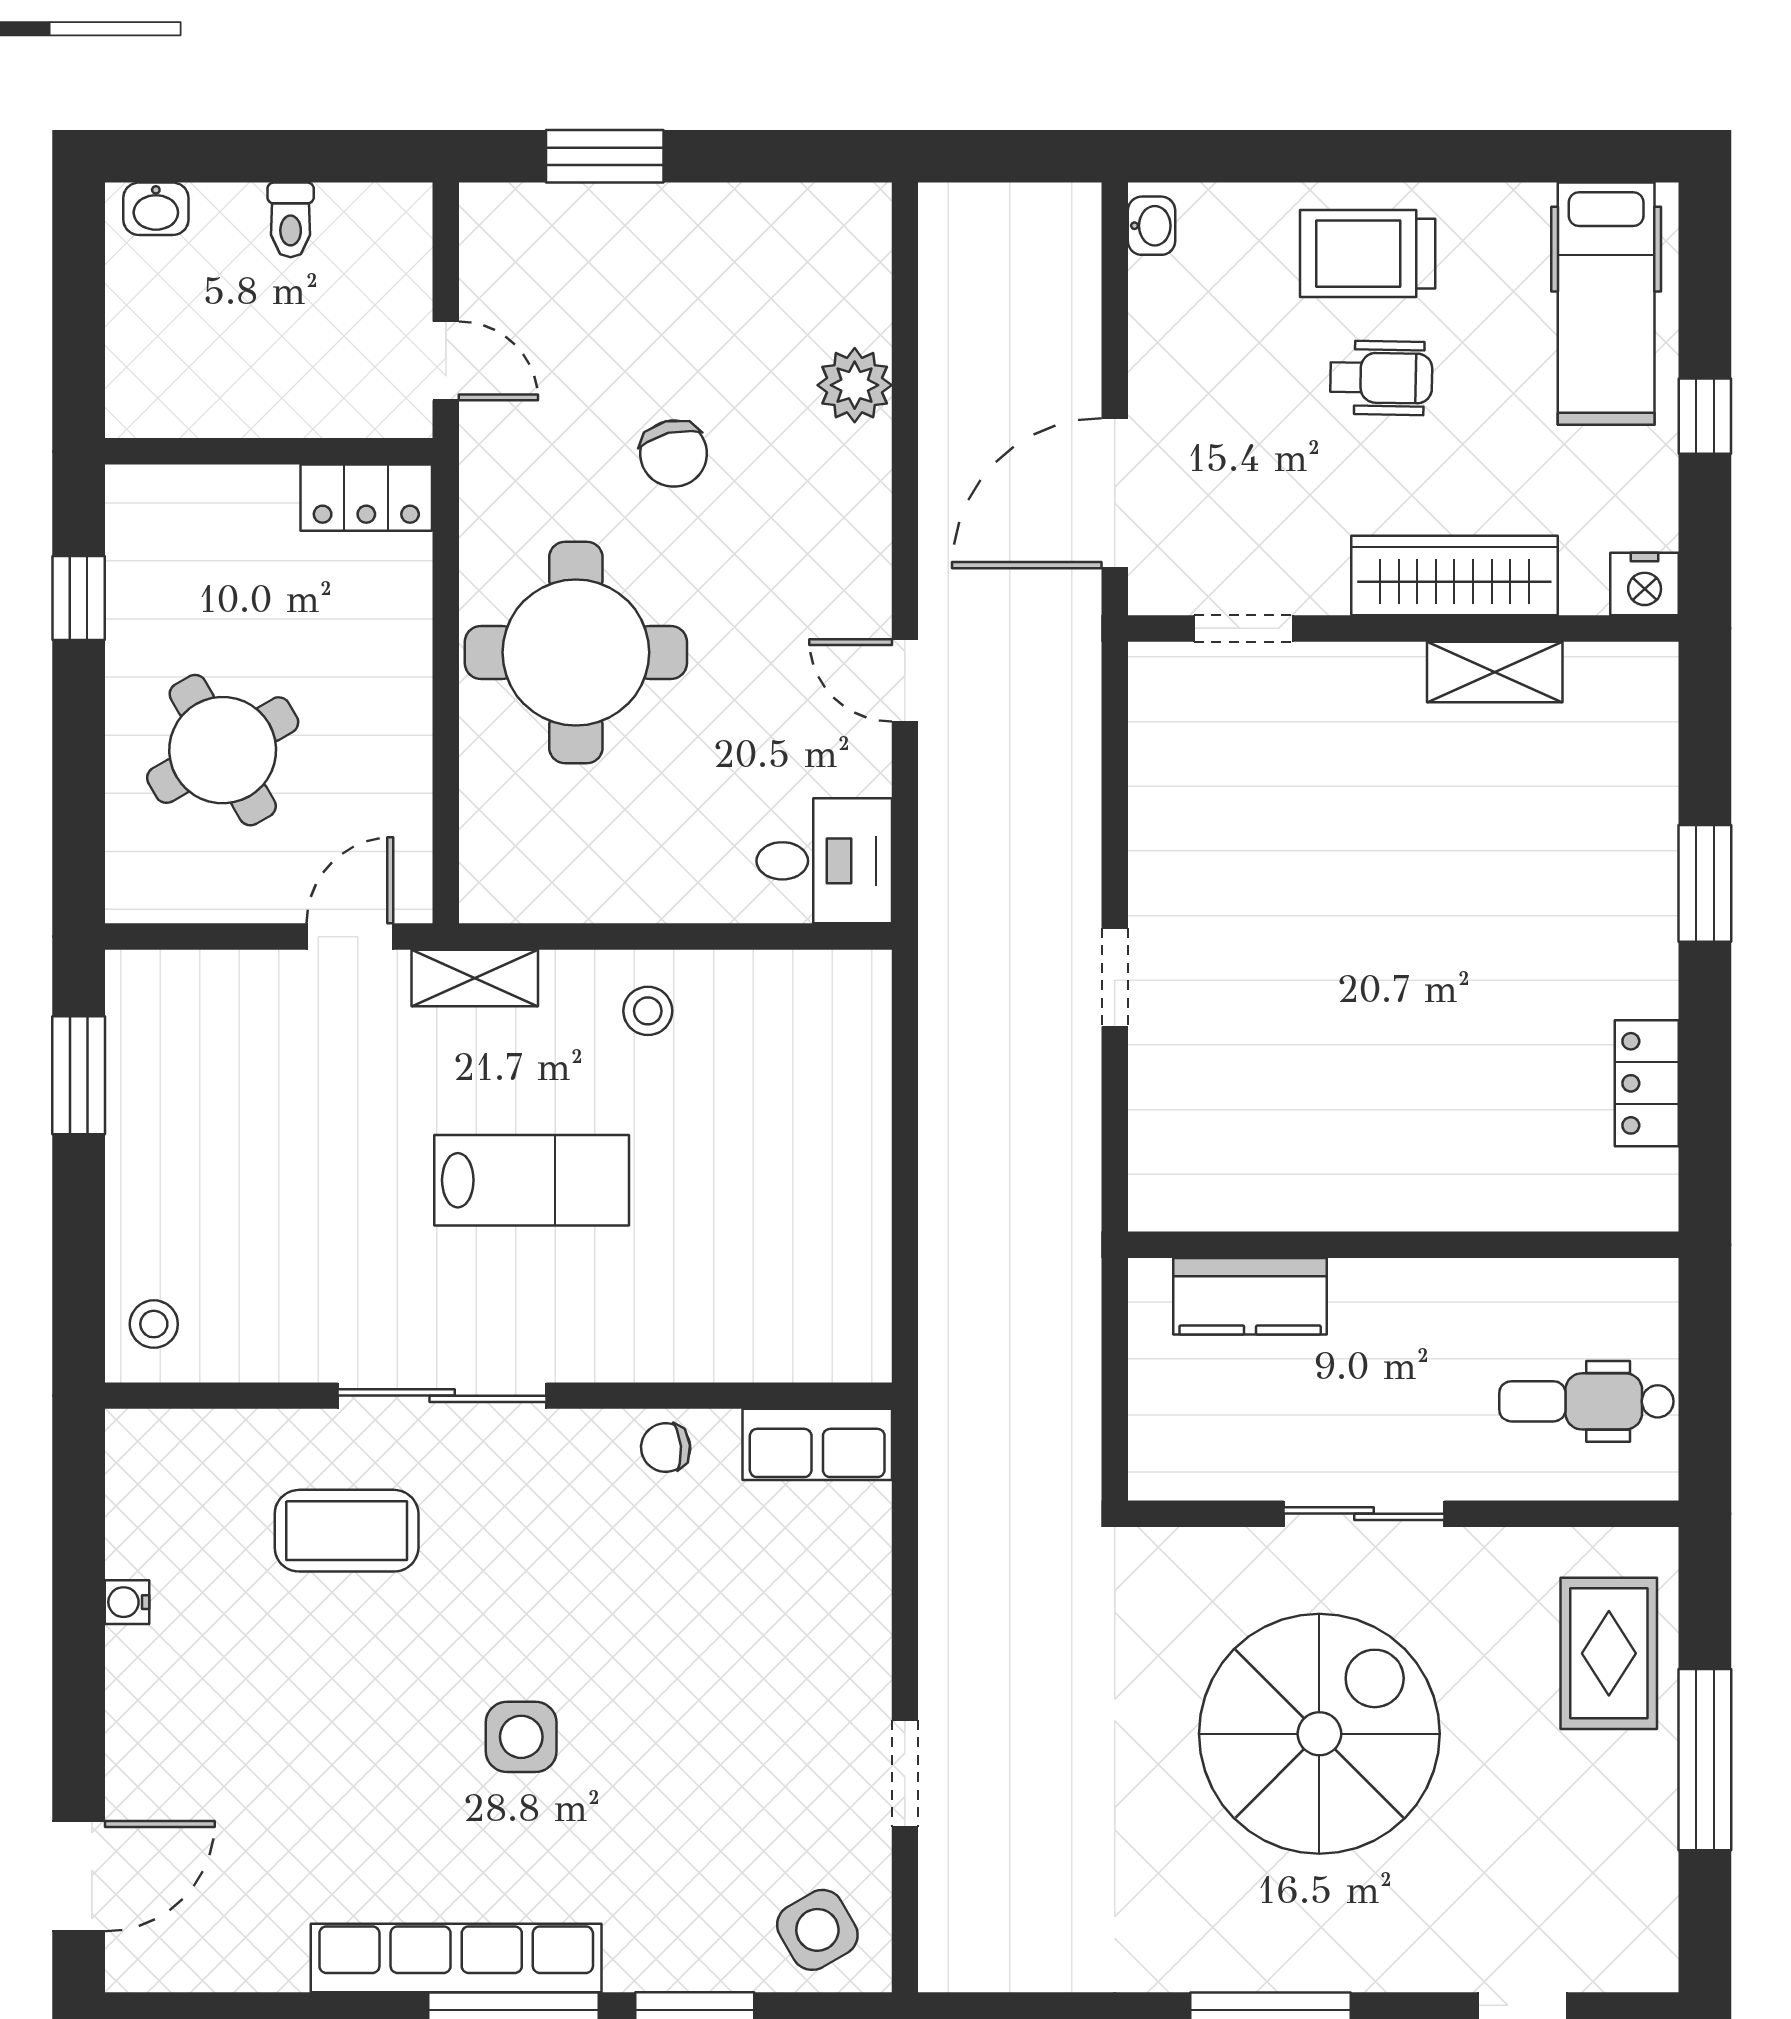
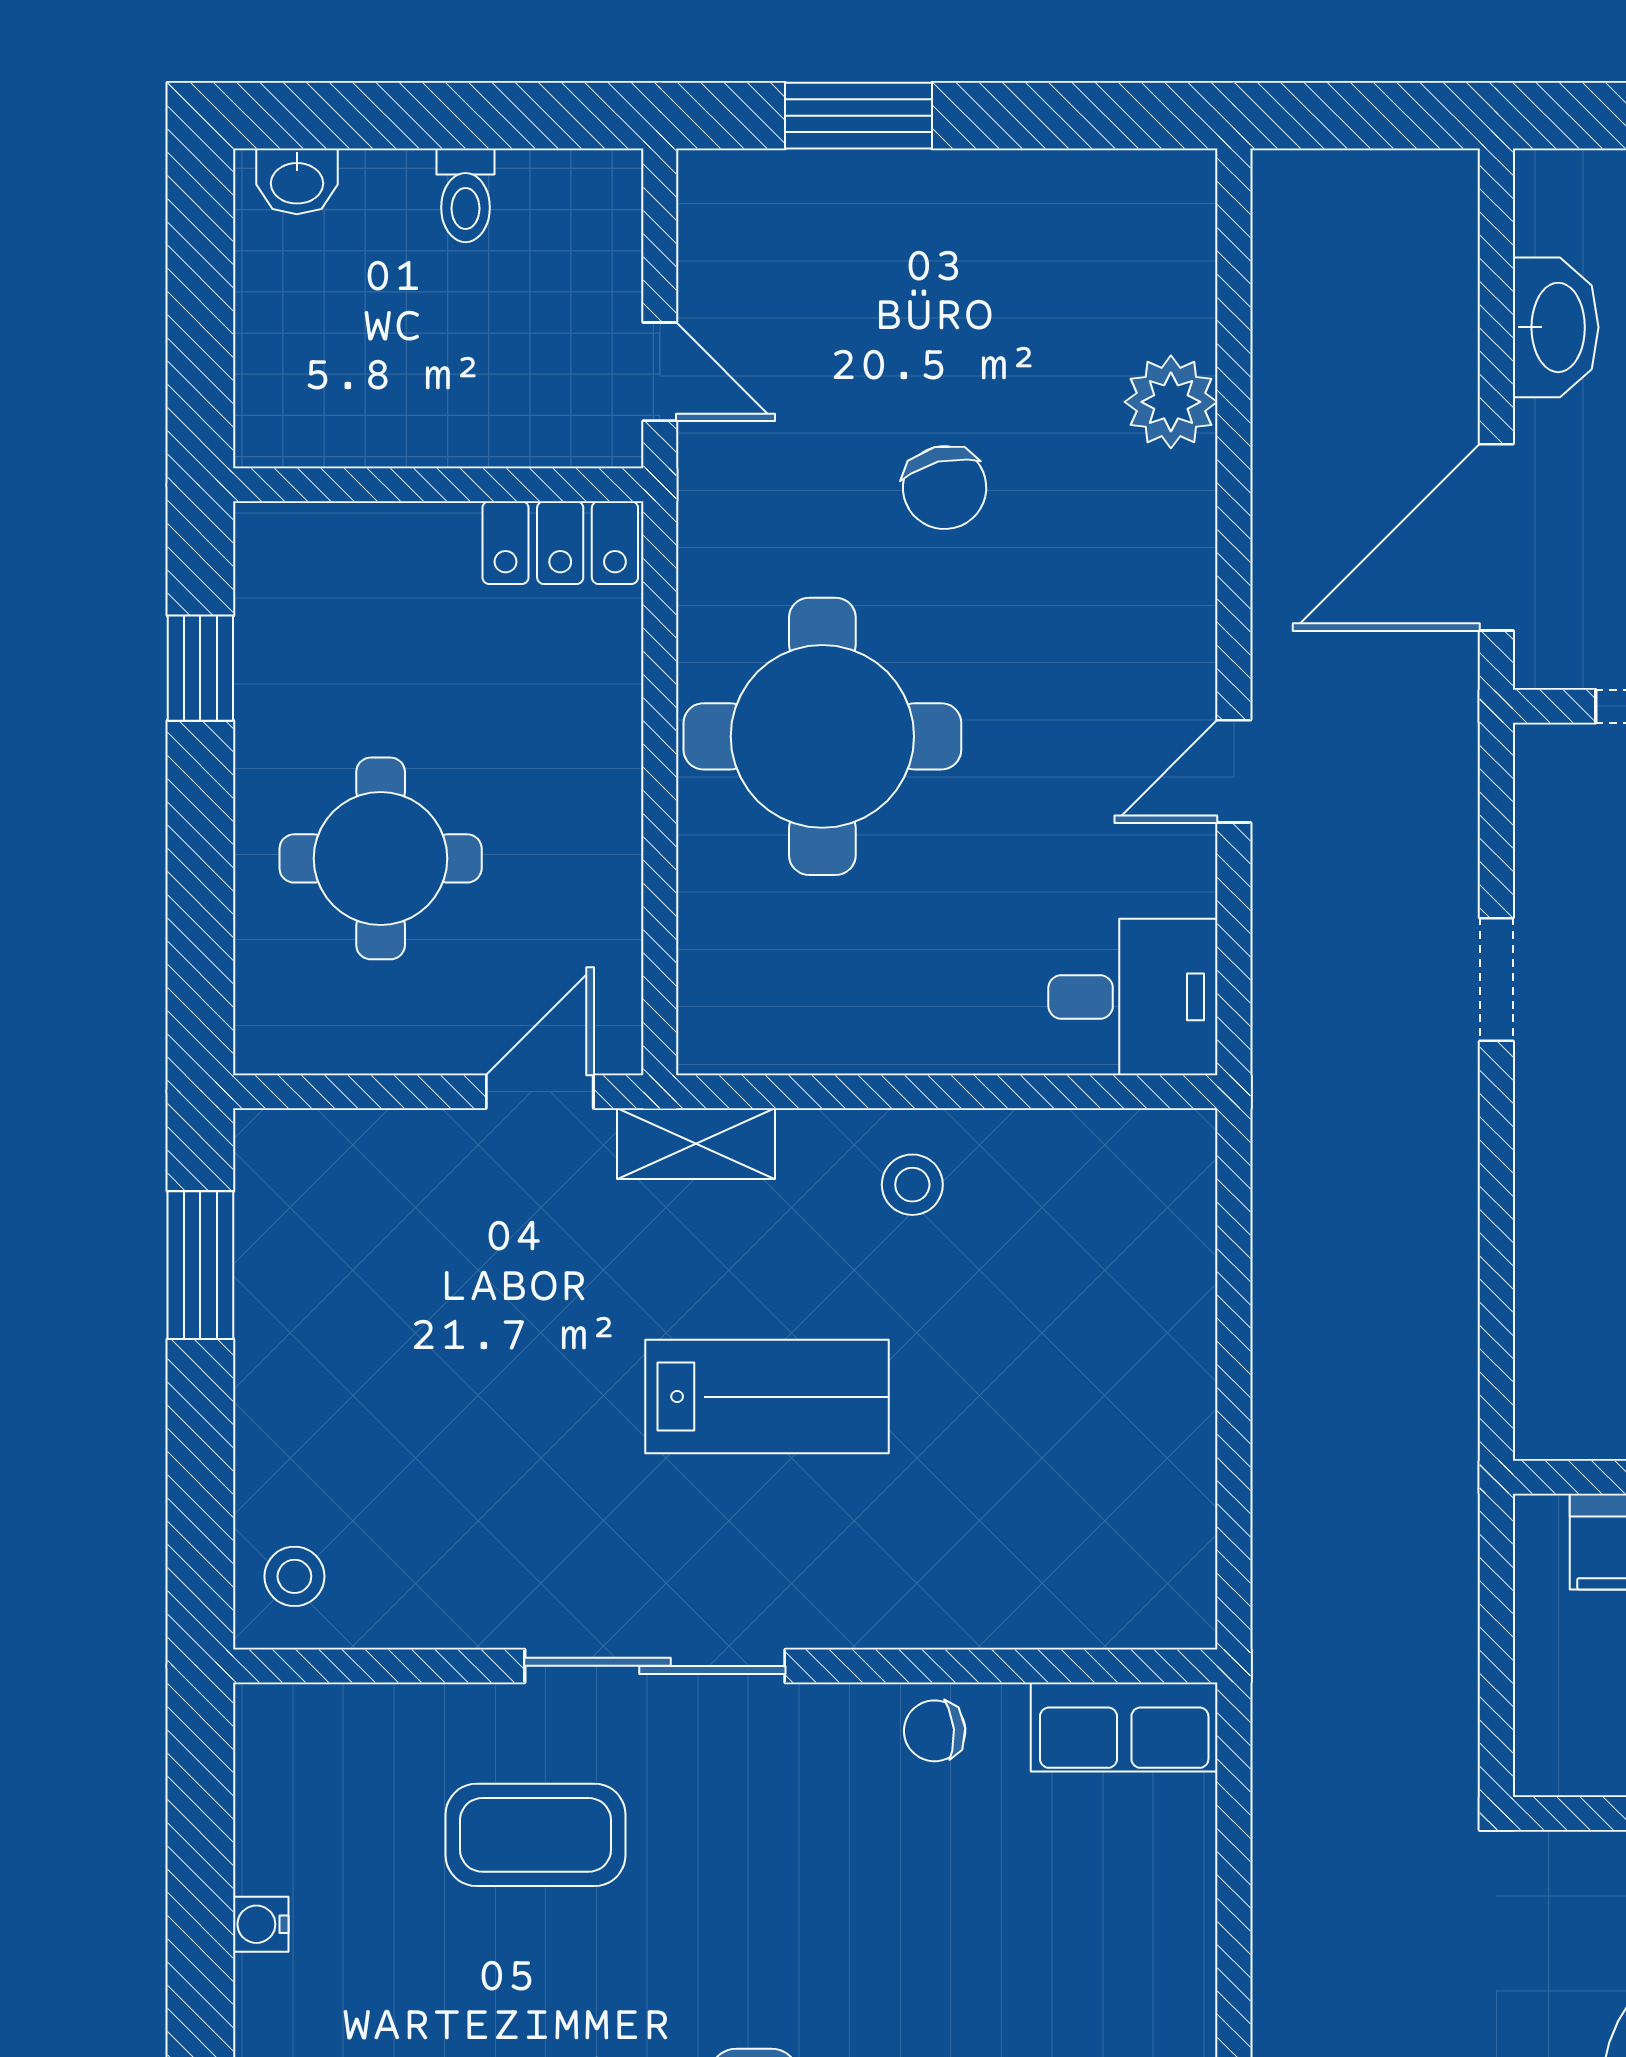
washbasin: (1151, 226) -> (1556, 327), moved, width x1.91, depth x1.45
door: (905, 680) -> (1234, 771), hinge flipped
round table: (223, 750) -> (381, 858), turned 30
doorway: (1115, 977) -> (1496, 979), moved

